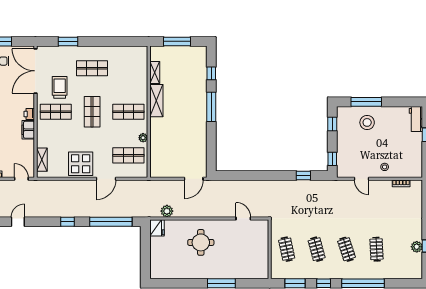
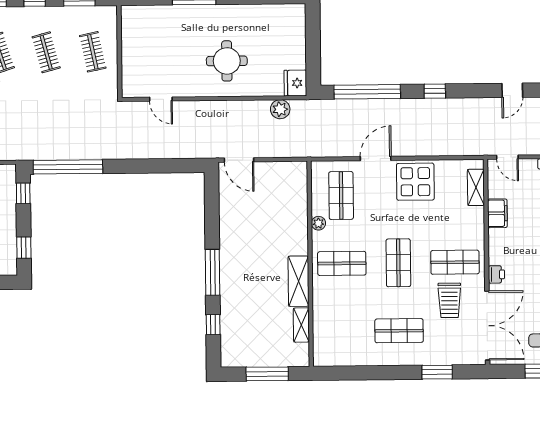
printer: (29, 114) -> (496, 274), moved
filing cabinet: (28, 130) -> (497, 213), moved
shop shelf: (128, 155) -> (341, 195), turned 90
window: (303, 176) -> (68, 167), width x3.17
door: (194, 179) -> (239, 160), swing flipped

